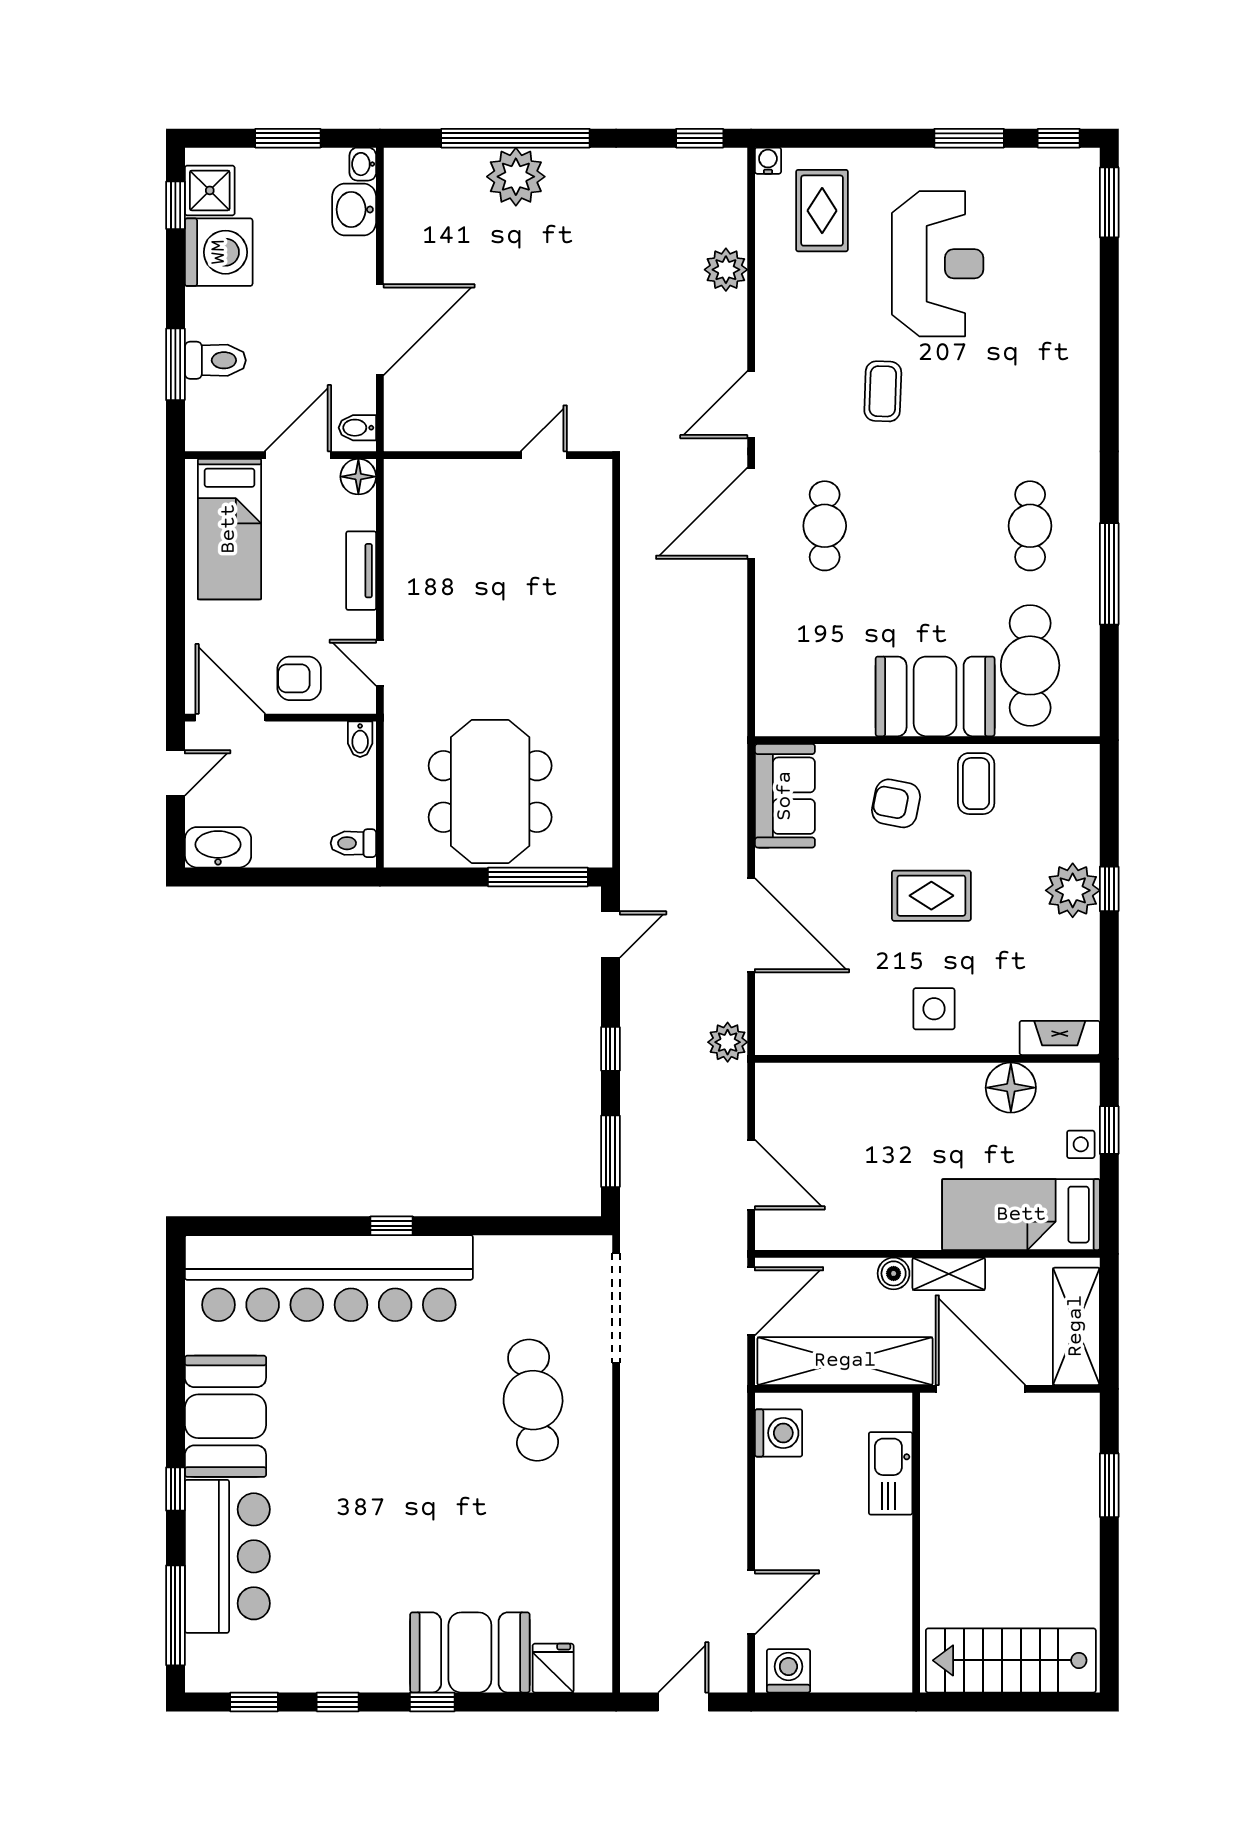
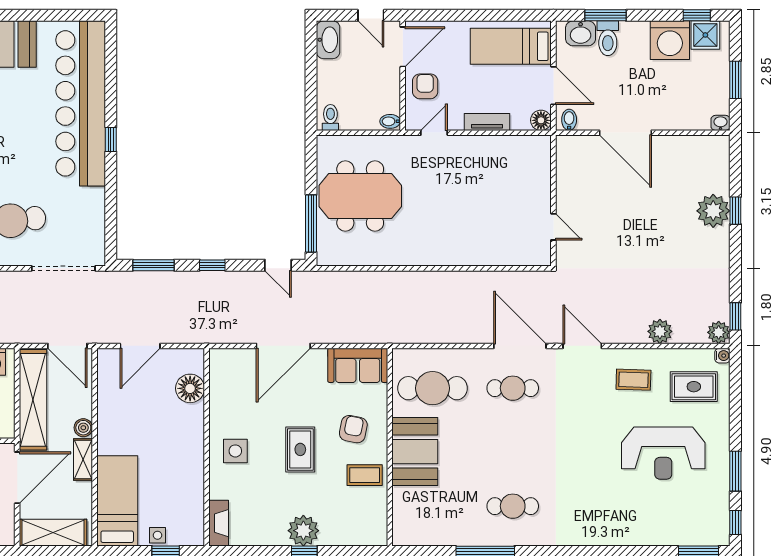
window: (515, 138) -> (735, 211), width x0.32
washbasin: (354, 209) -> (581, 33), moved, turned 180
coffee table: (883, 391) -> (633, 380), moved
cafe table: (1030, 665) -> (433, 388), moved
plant: (728, 1042) -> (719, 332), moved
floor lamp: (1011, 1088) -> (190, 388), moved

